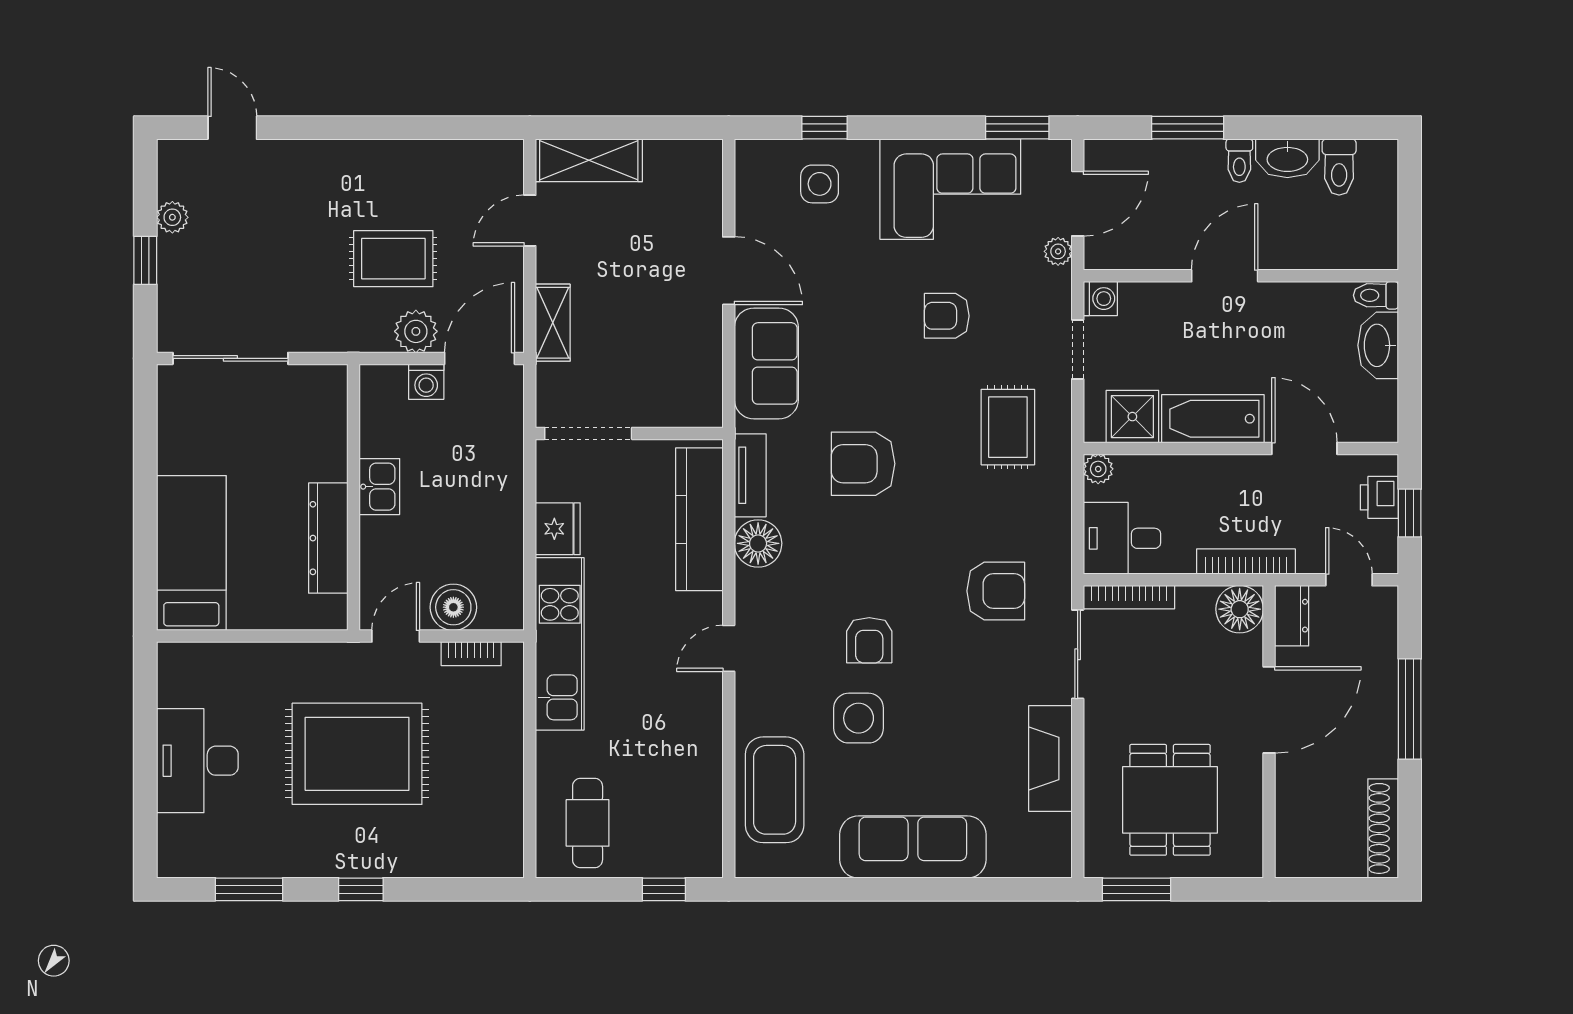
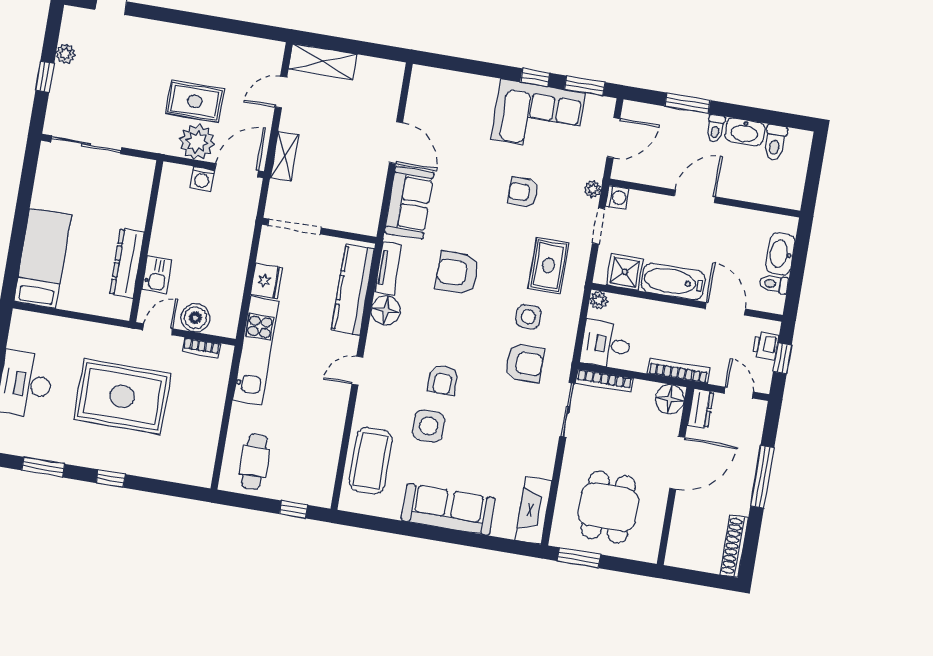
window: (825, 128) -> (535, 77), moved
side table: (820, 184) -> (528, 317), moved
plant: (1058, 251) -> (593, 189), moved
toilet: (1376, 295) -> (774, 284), moved
plant: (416, 331) -> (197, 142), width x1.36, depth x1.36
kitchen sink: (379, 487) -> (157, 275), moved
fireplace: (1050, 758) -> (533, 510), moved

